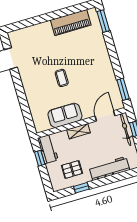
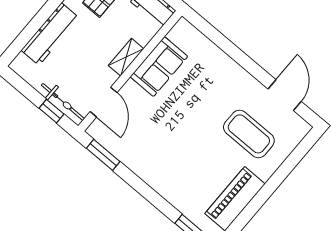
coffee table: (62, 78) -> (249, 134), moved, width x1.86, depth x1.72

